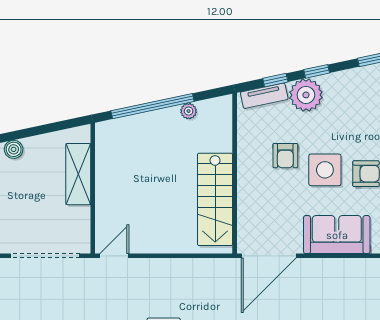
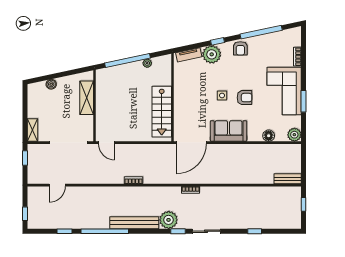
window: (275, 80) -> (195, 46), removed
armchair: (285, 156) -> (240, 48), moved
side table: (325, 170) -> (222, 95), width x0.54, depth x0.54
door: (114, 256) -> (106, 143), swing flipped

